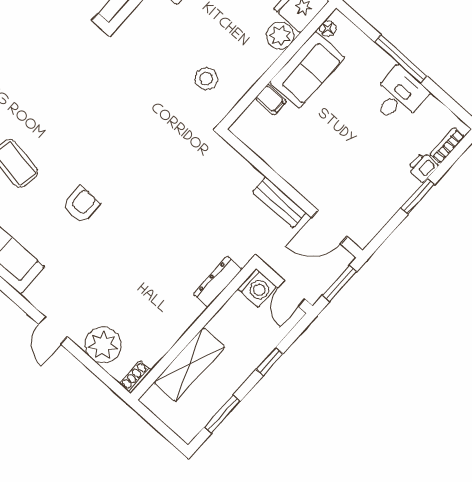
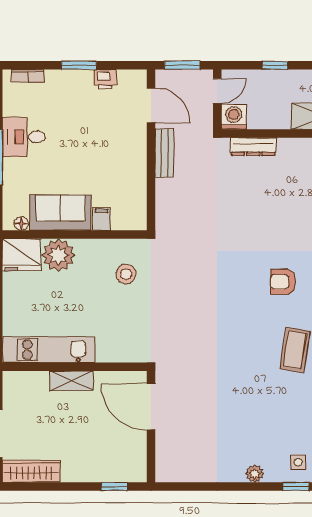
plant: (280, 36) -> (58, 255), width x1.36, depth x1.36
printer: (423, 167) -> (105, 79), moved

